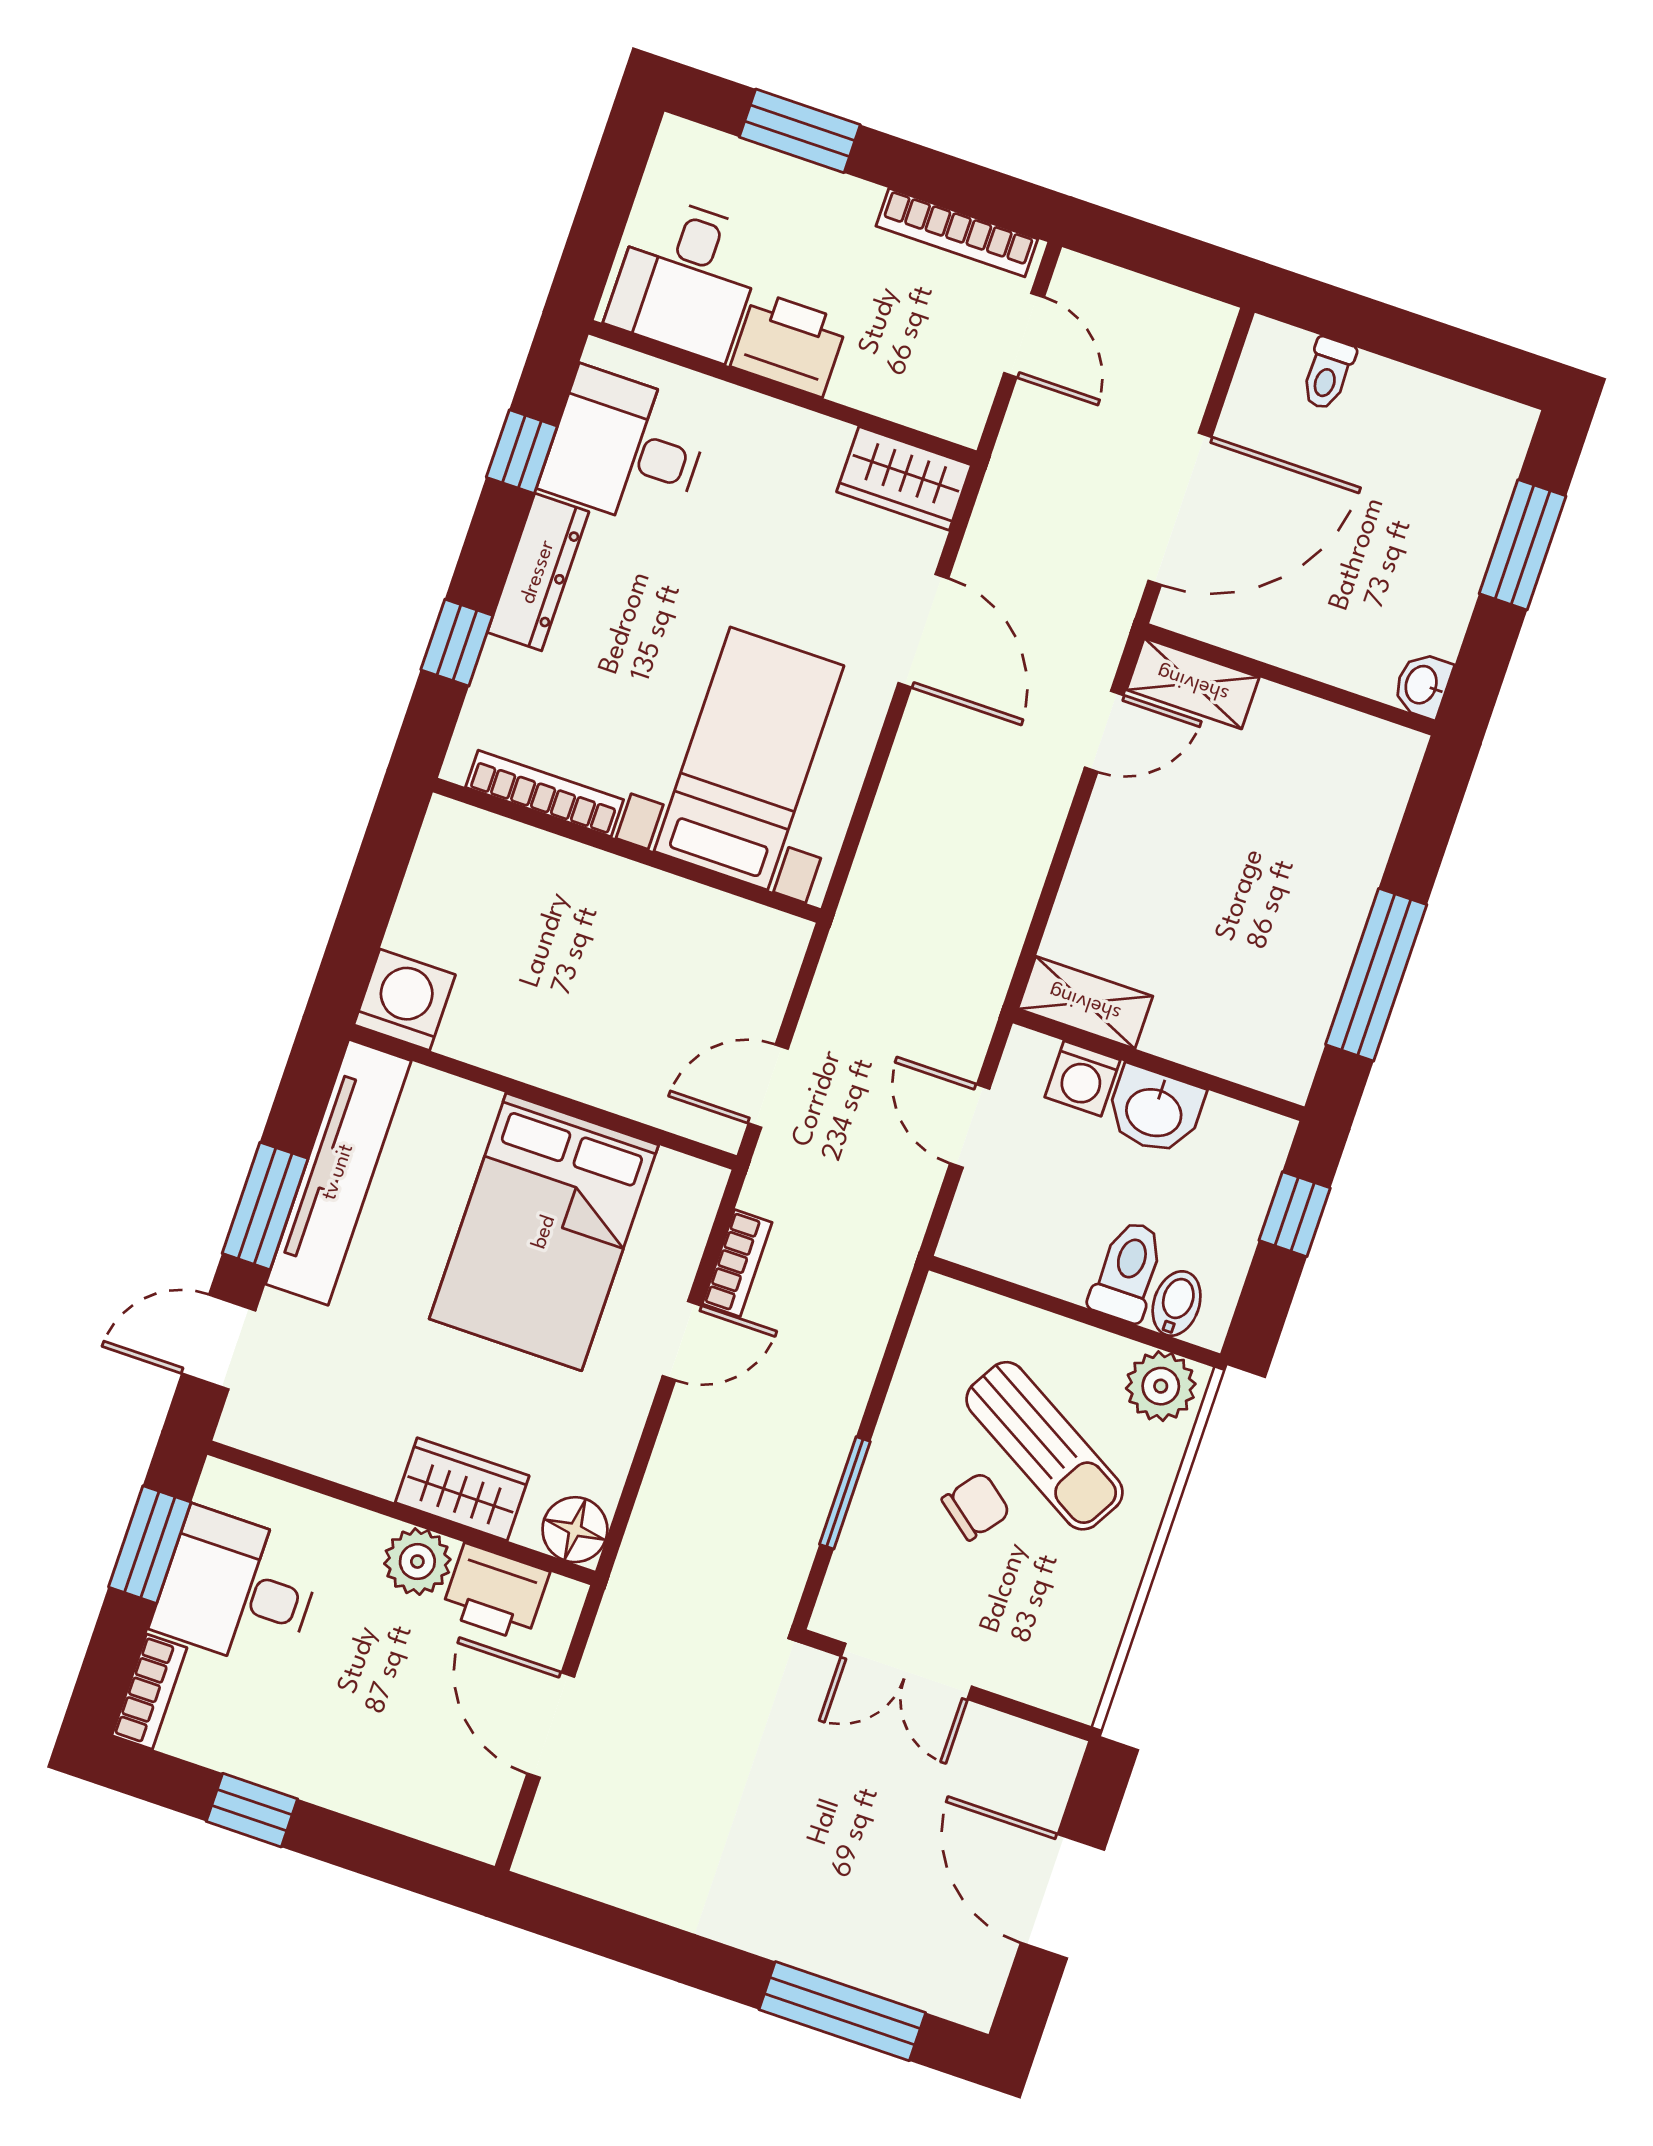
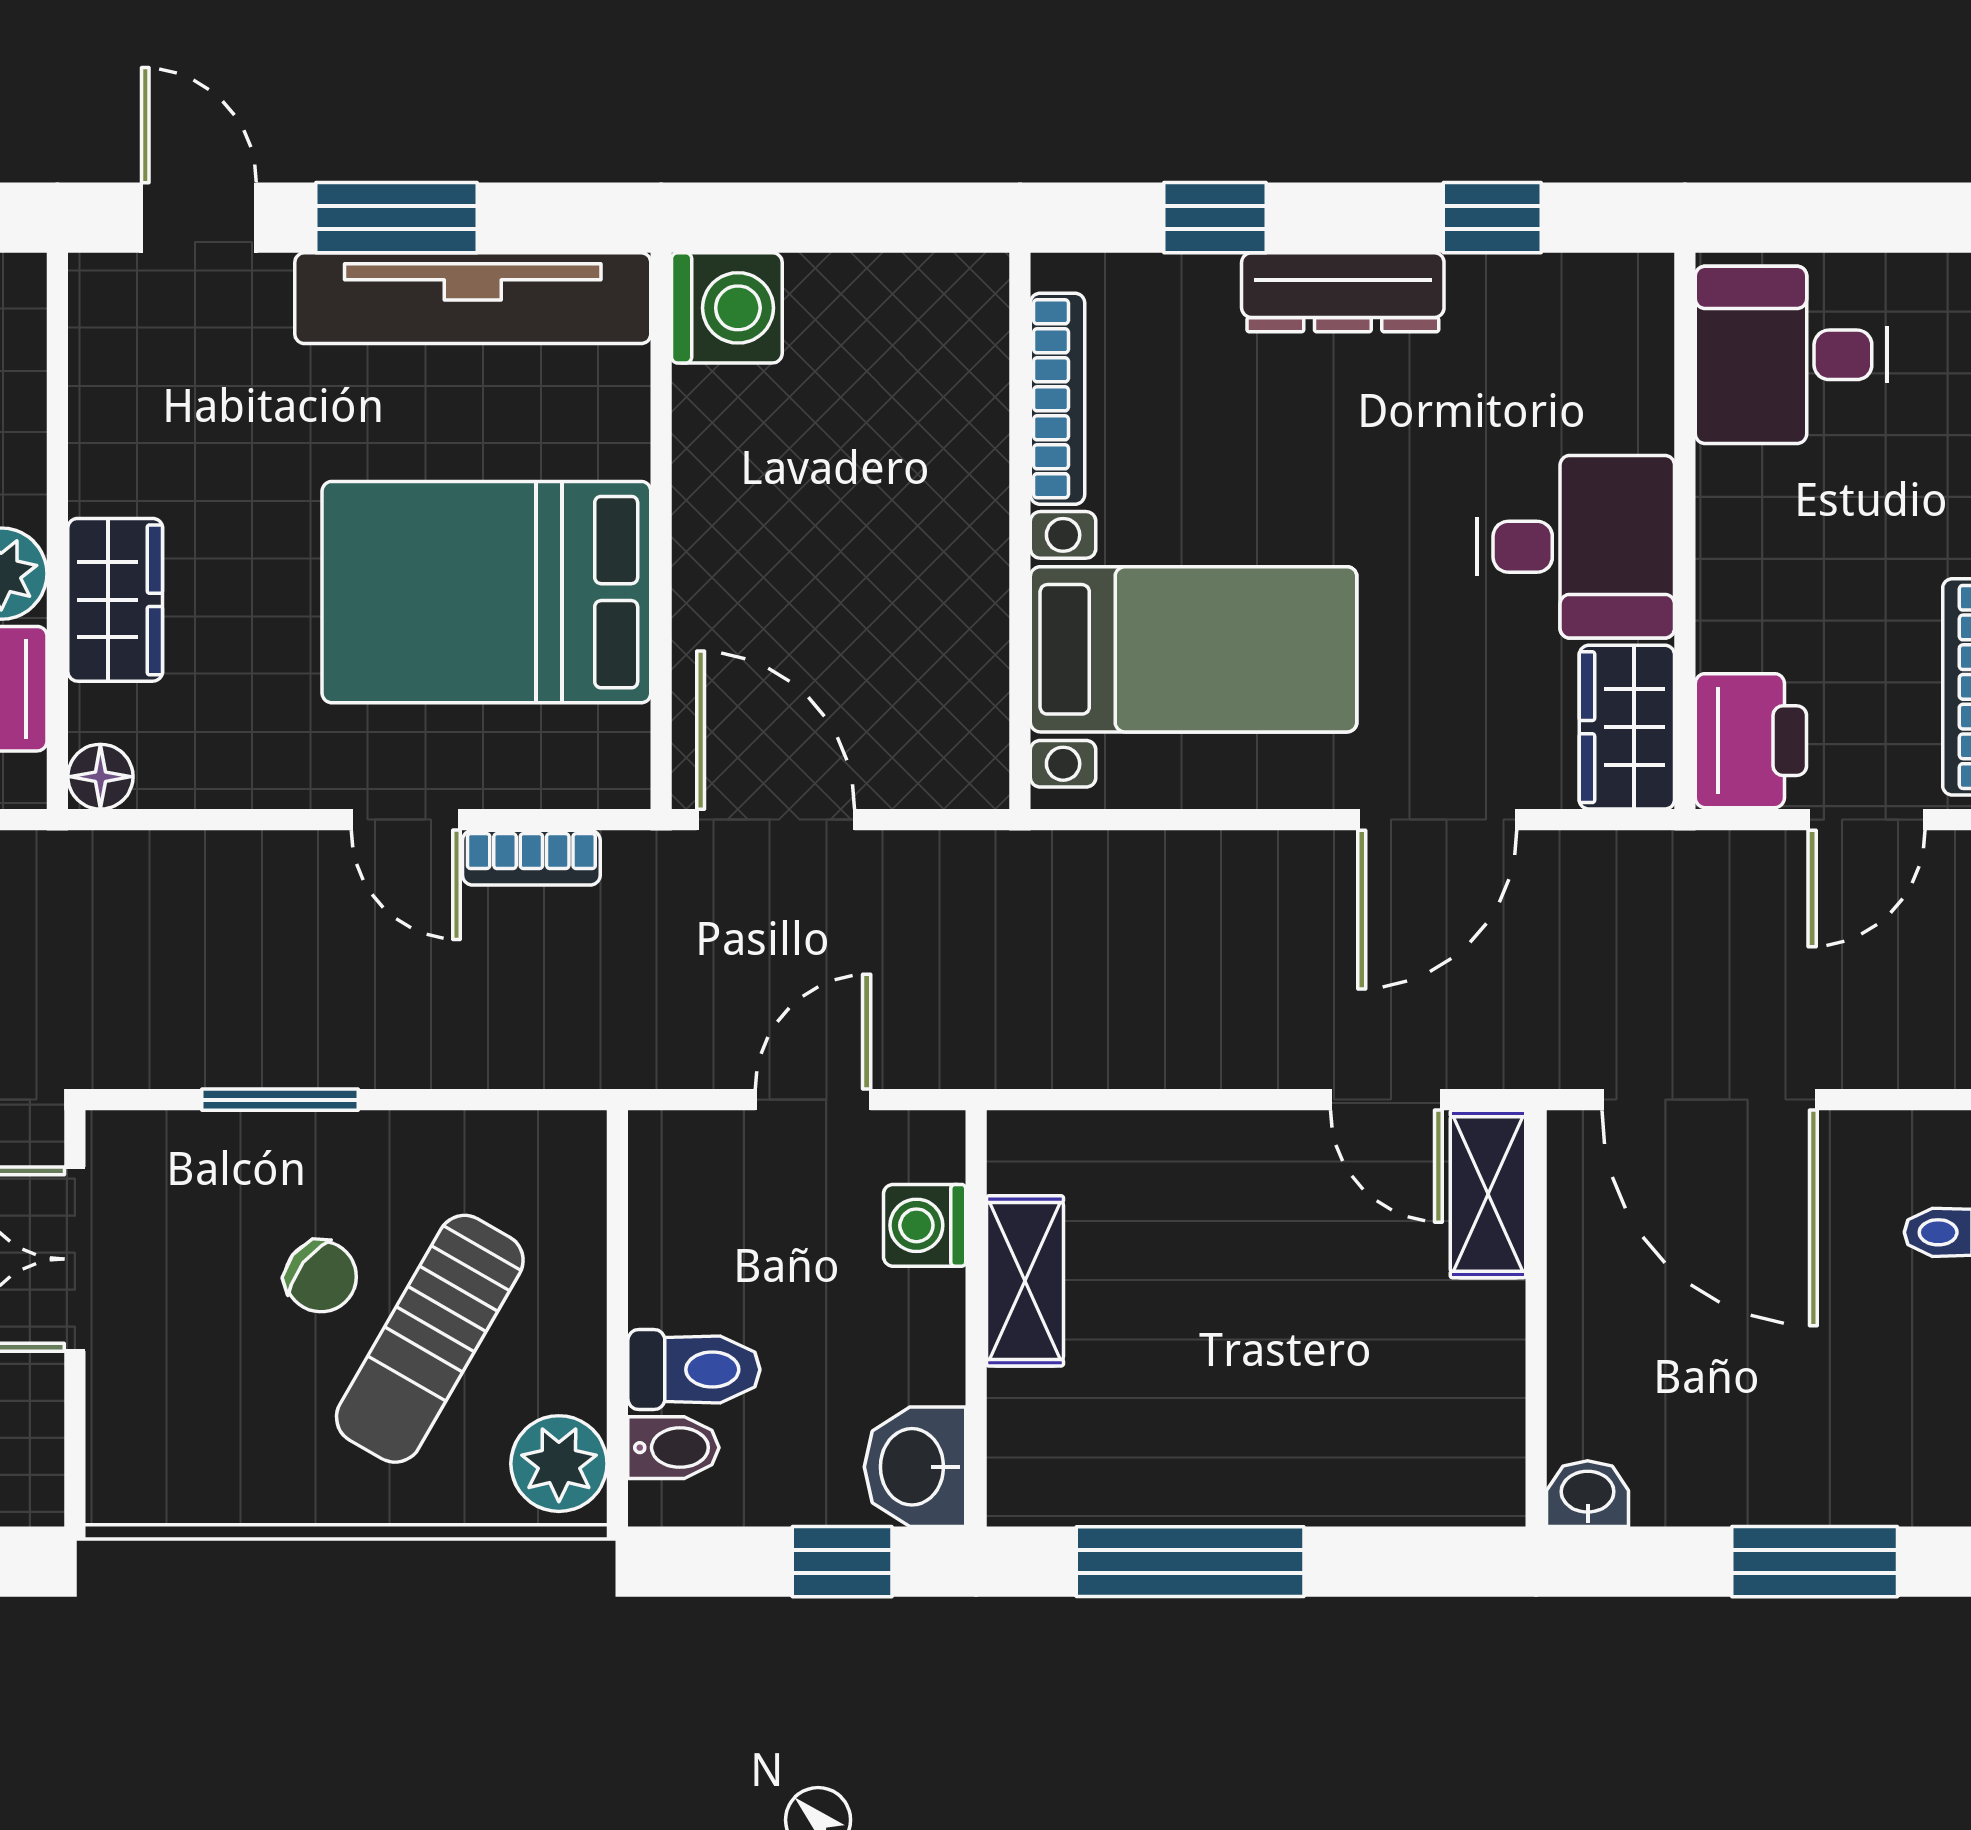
printer: (789, 344) -> (1751, 741), moved
desk: (625, 449) -> (1576, 547), moved, turned 90
shelving: (1085, 1002) -> (1025, 1281), moved
door: (768, 1086) -> (776, 820), width x1.38
washbasin: (1154, 1111) -> (915, 1467), moved
floor lamp: (575, 1530) -> (100, 777), width x0.73, depth x0.73

